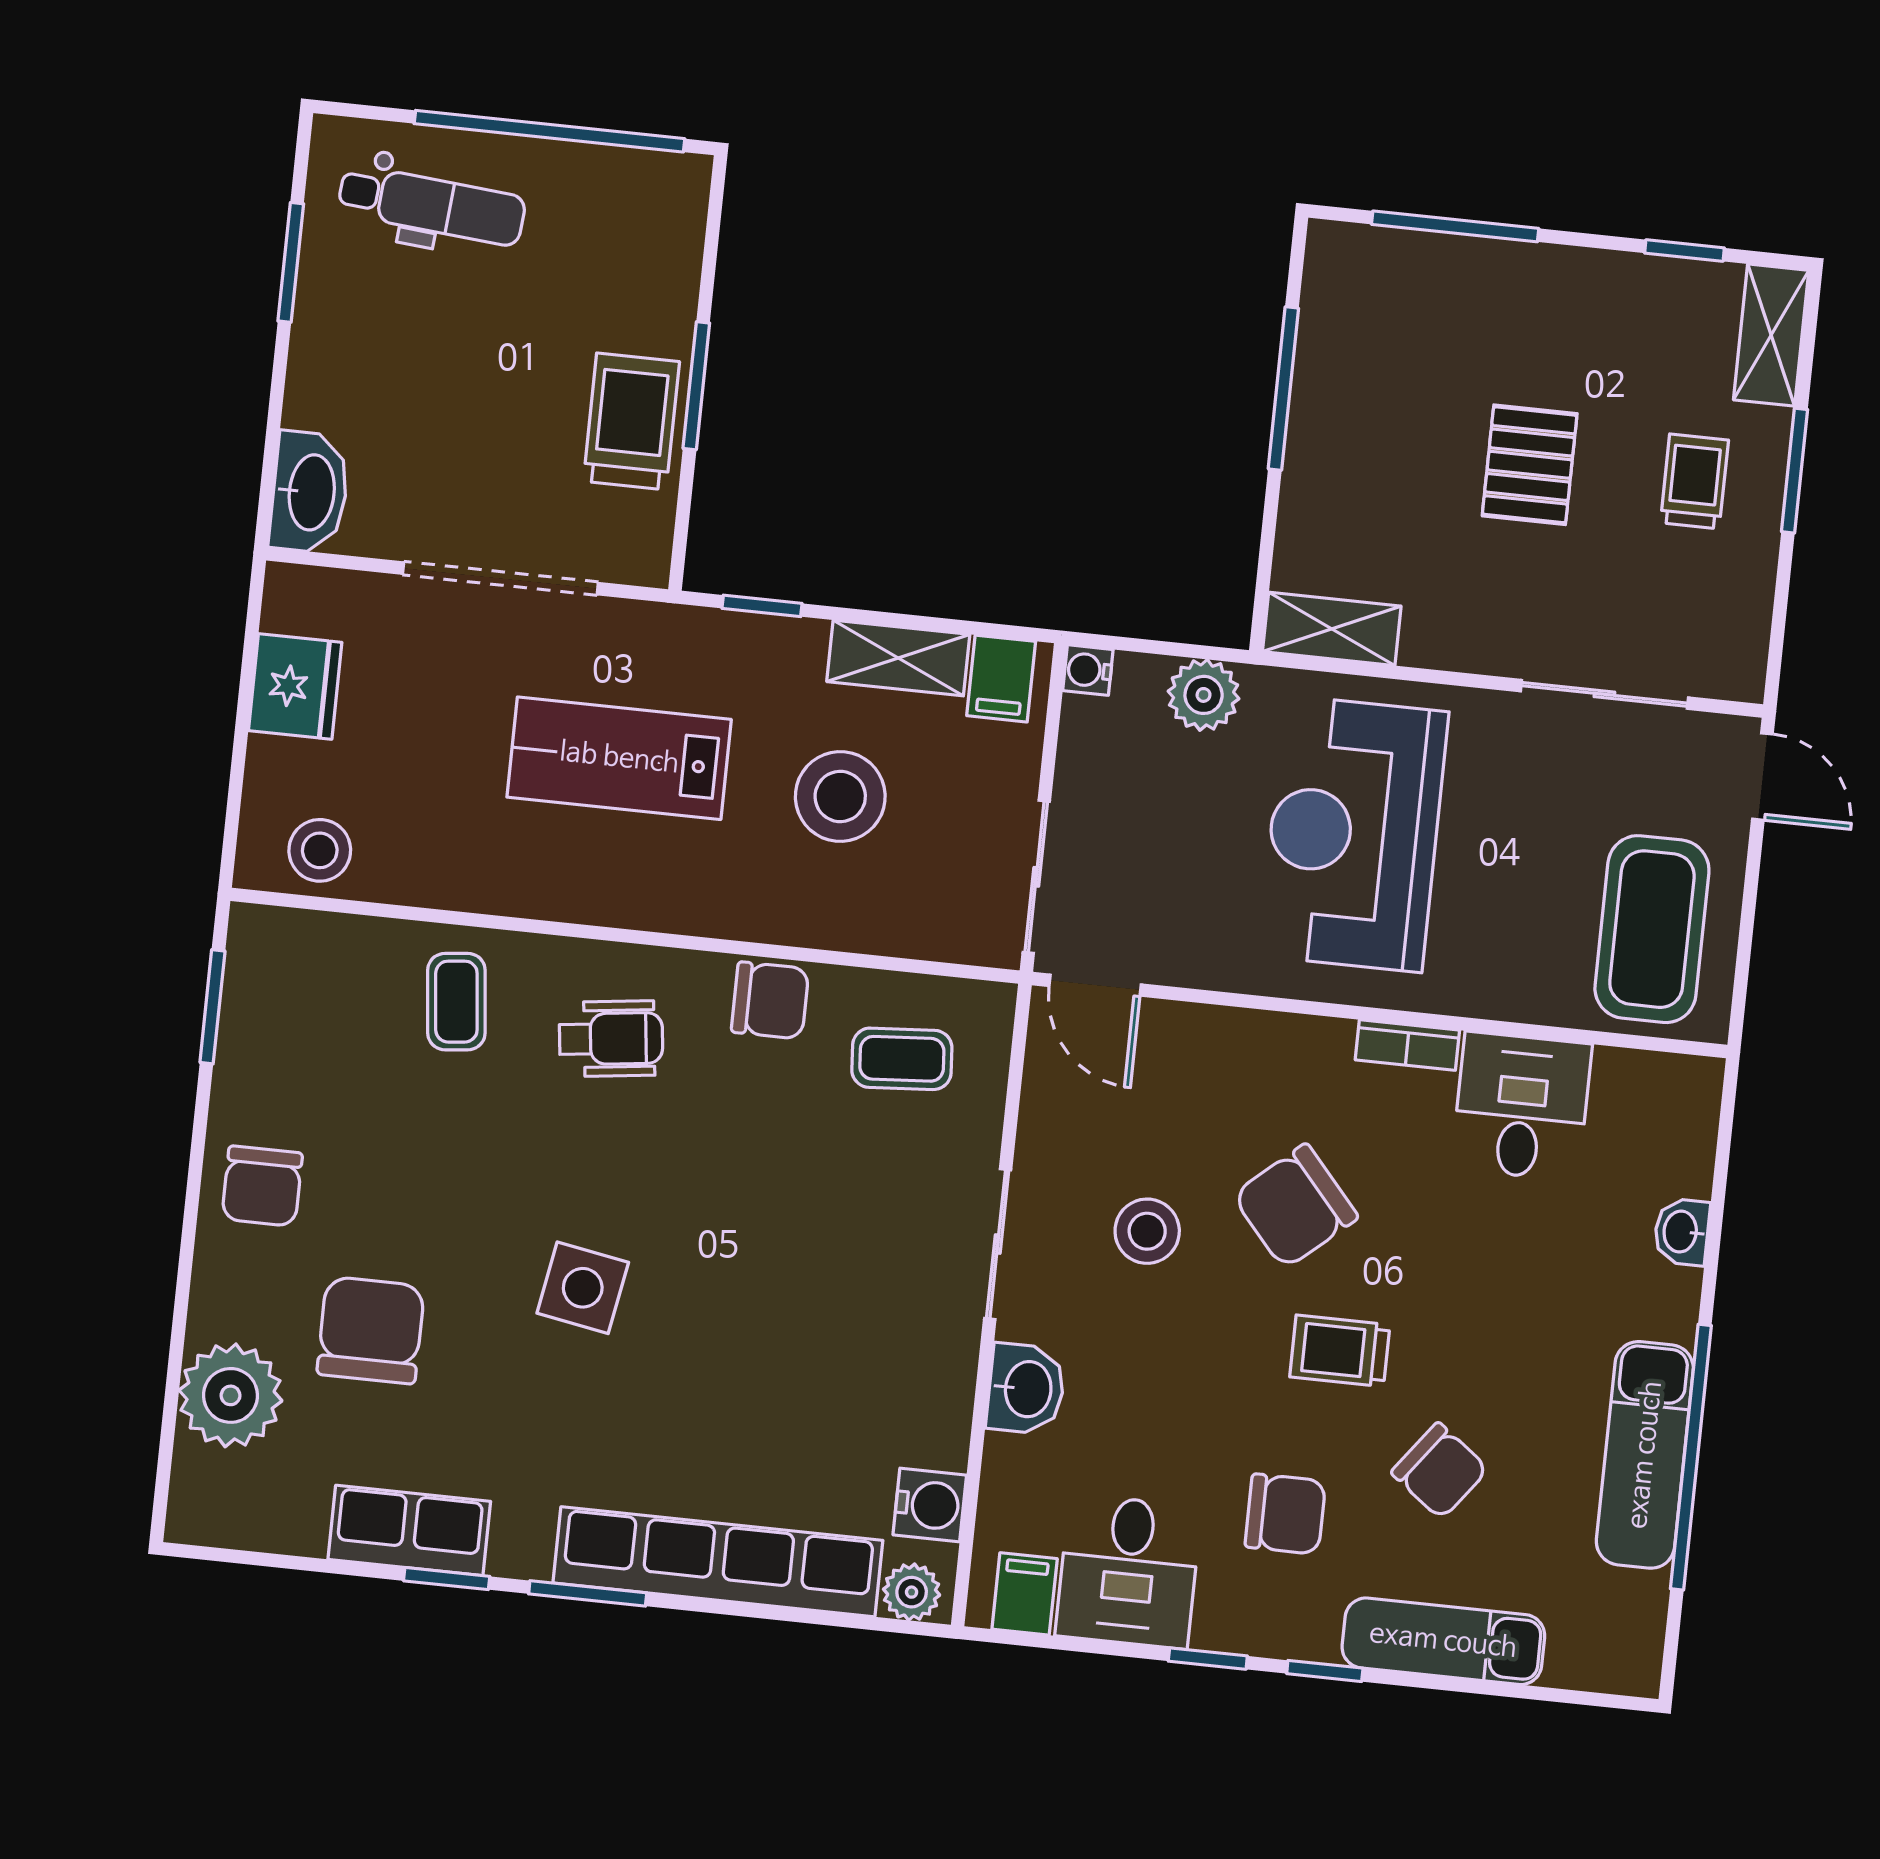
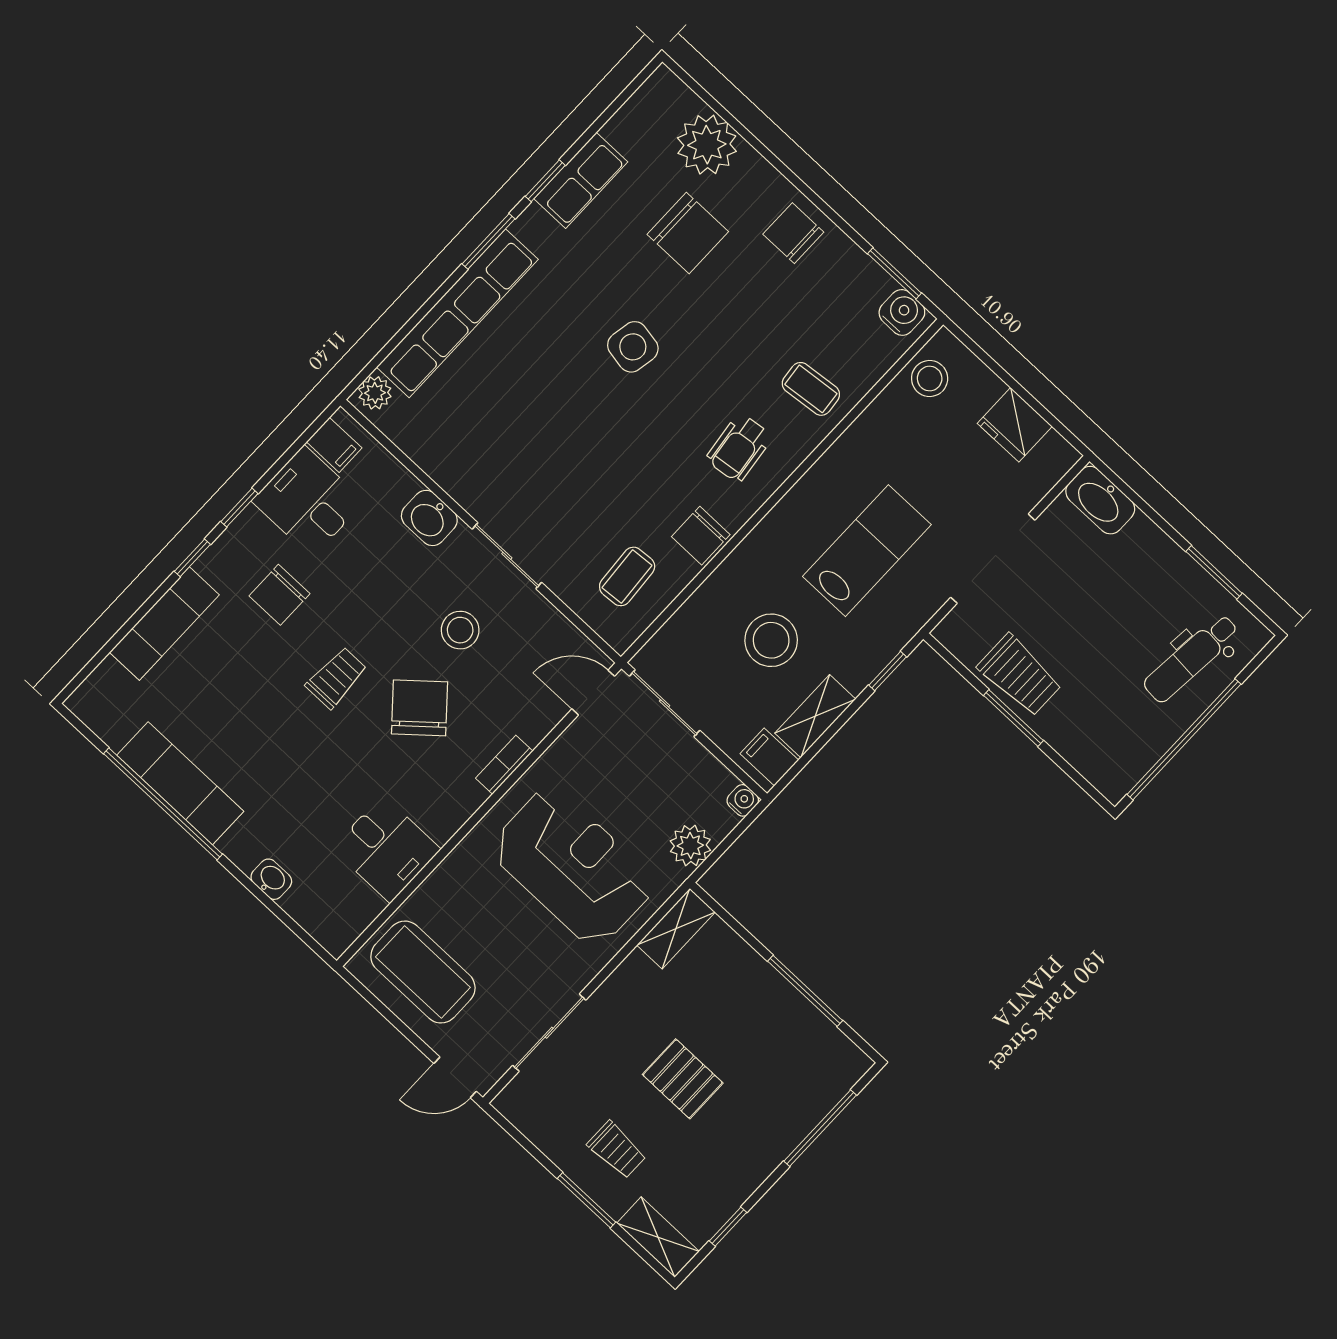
bookcase: (1407, 1045) -> (504, 765), moved
chair: (1440, 1471) -> (245, 682), removed
water cooler: (930, 1505) -> (902, 312), moved, turned 180

